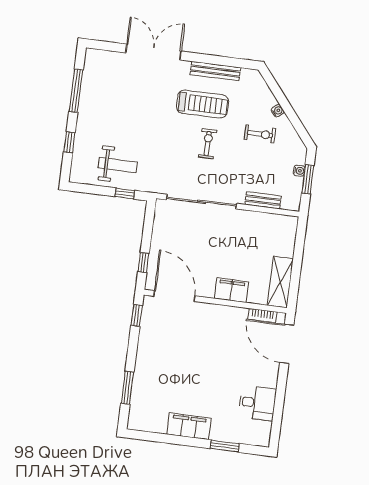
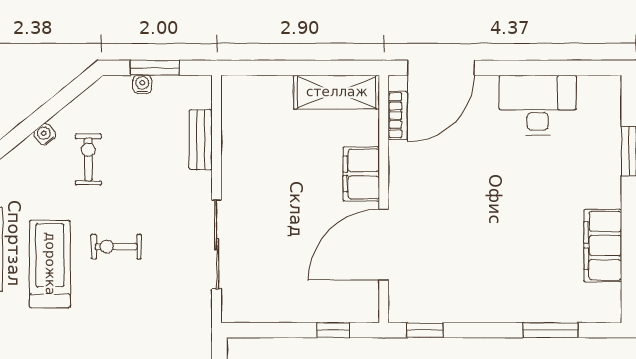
sliding door: (201, 202) -> (217, 244), width x0.73
door: (174, 296) -> (384, 245), moved
desk: (257, 403) -> (538, 105), width x1.37
filing cabinet: (189, 426) -> (603, 246), moved

